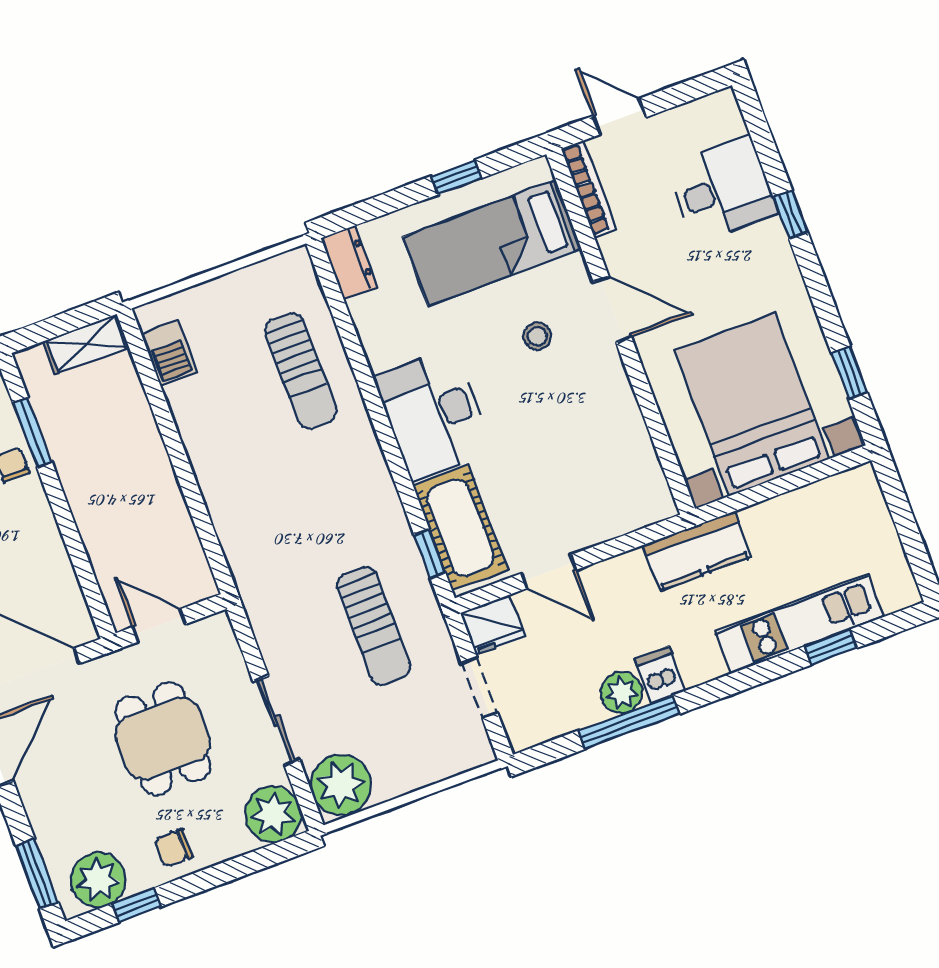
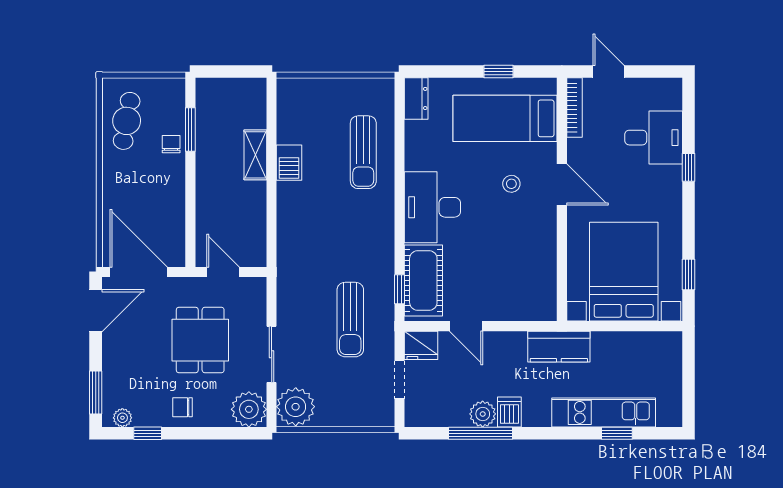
shelving: (86, 344) -> (255, 155), moved, turned 90
barbecue: (169, 353) -> (289, 163), moved
plant: (98, 880) -> (122, 418), width x0.53, depth x0.53

